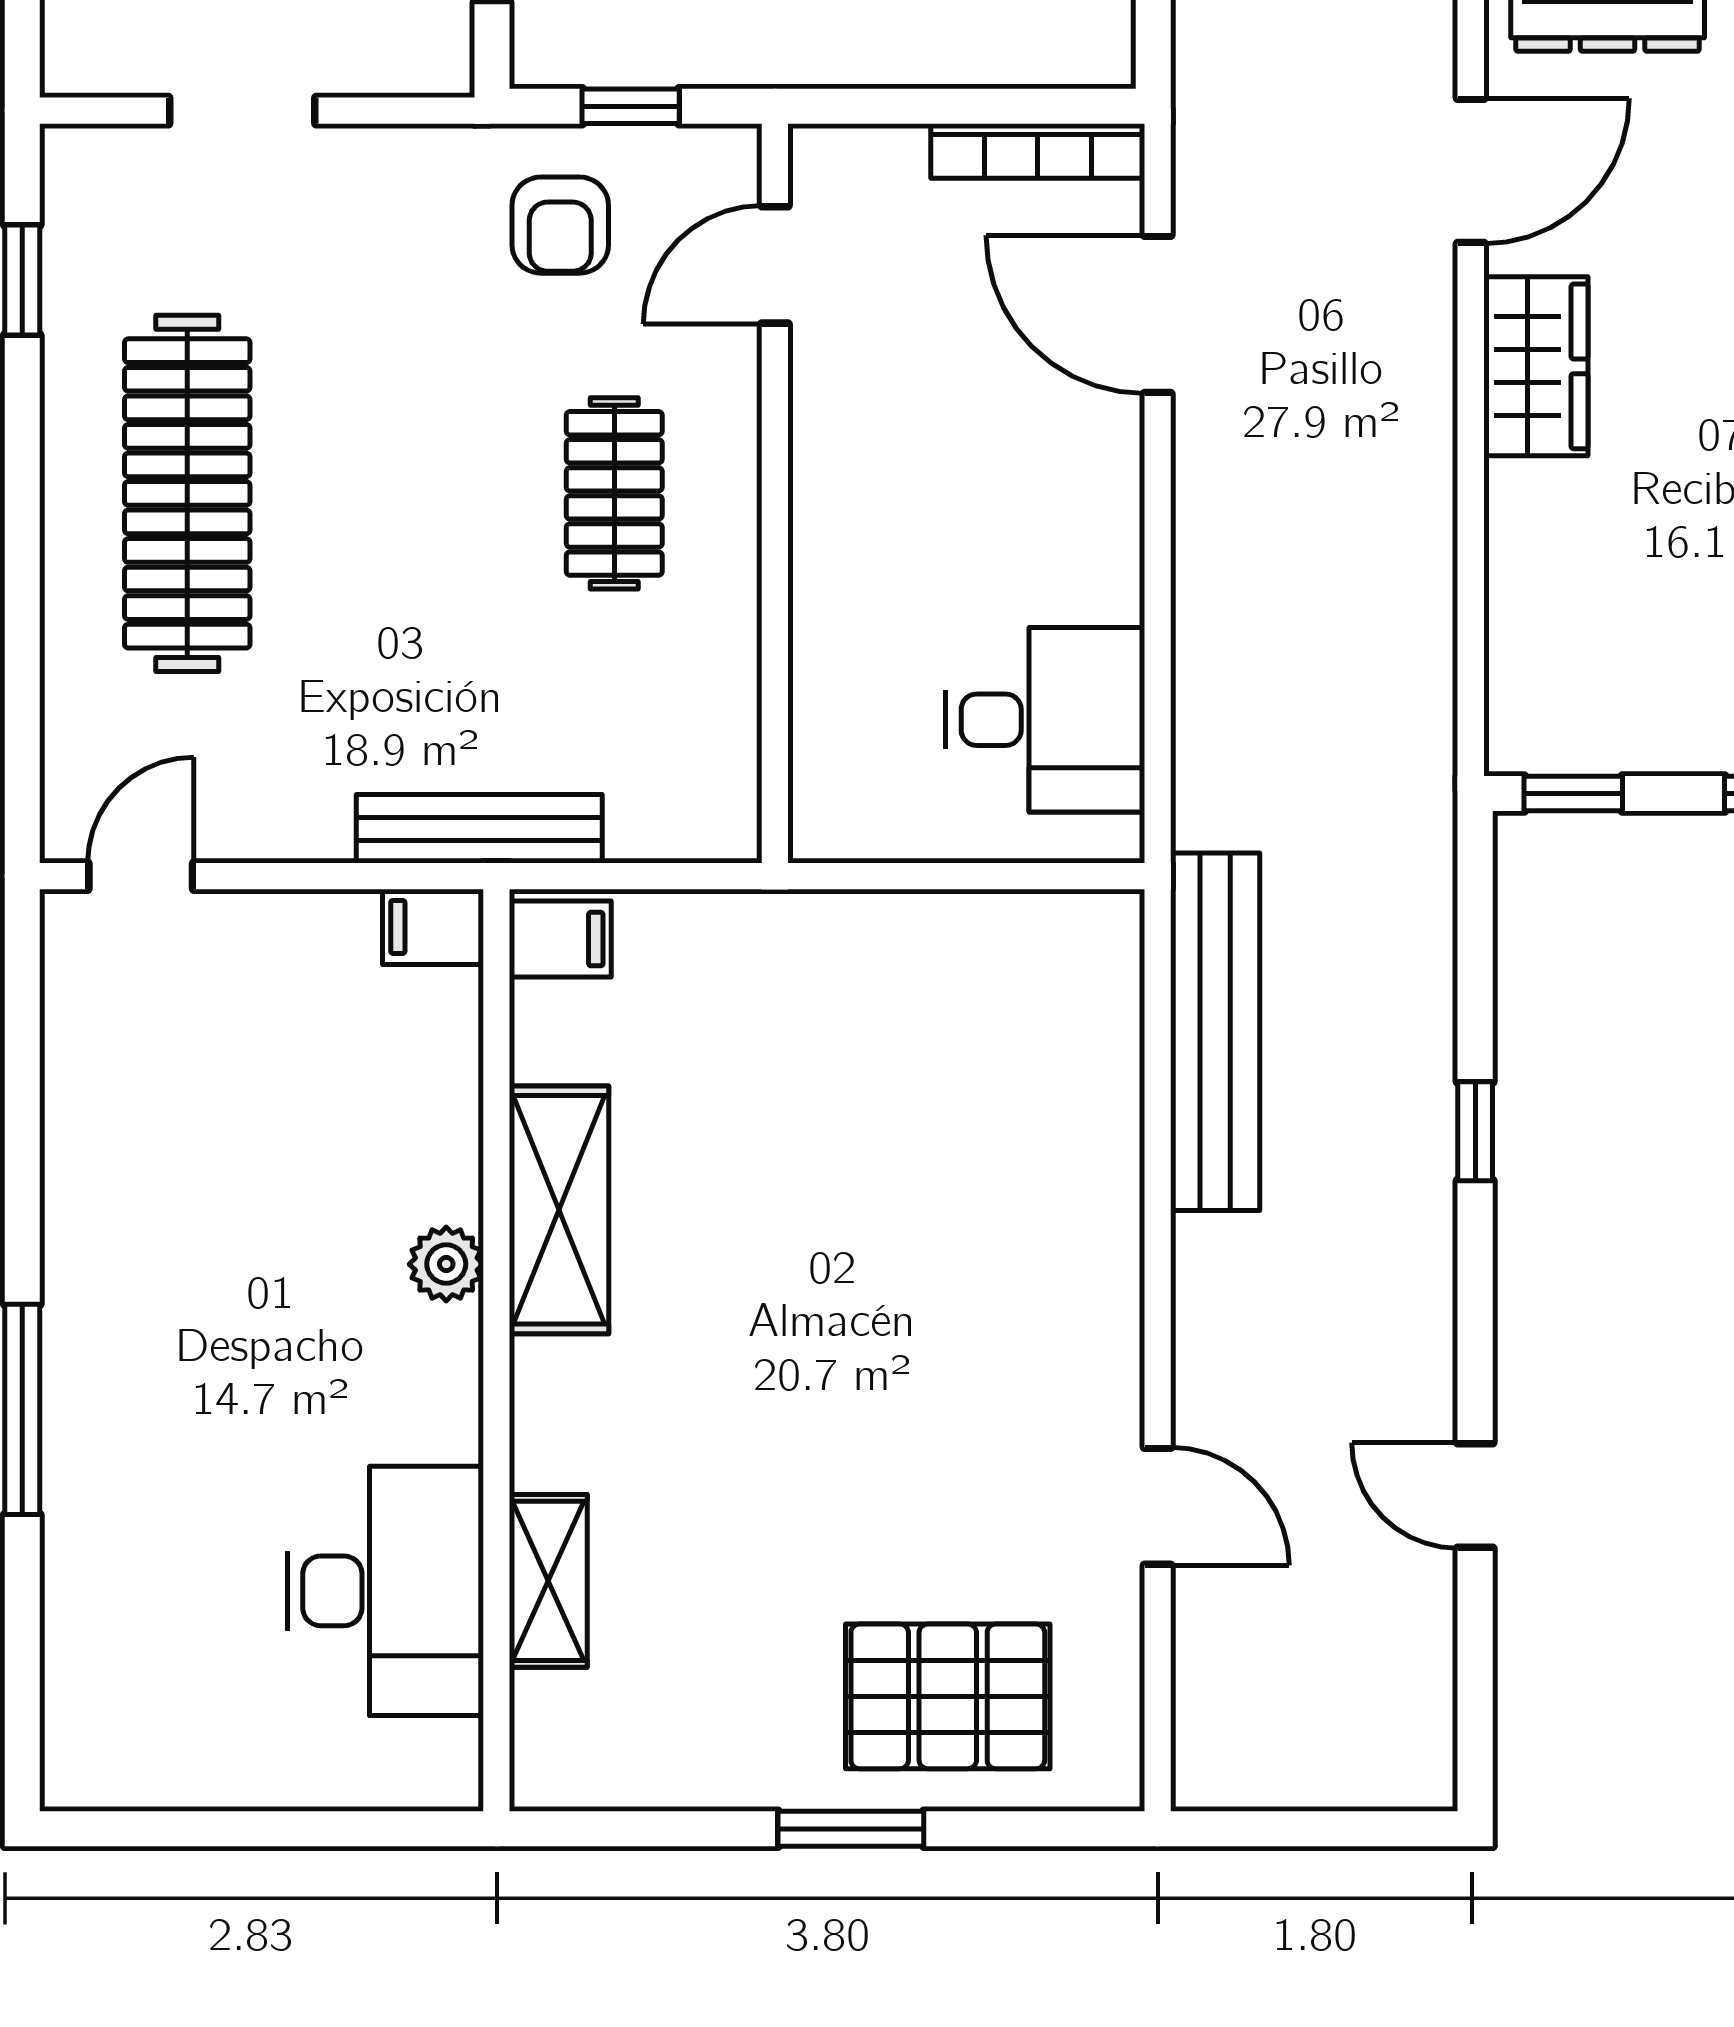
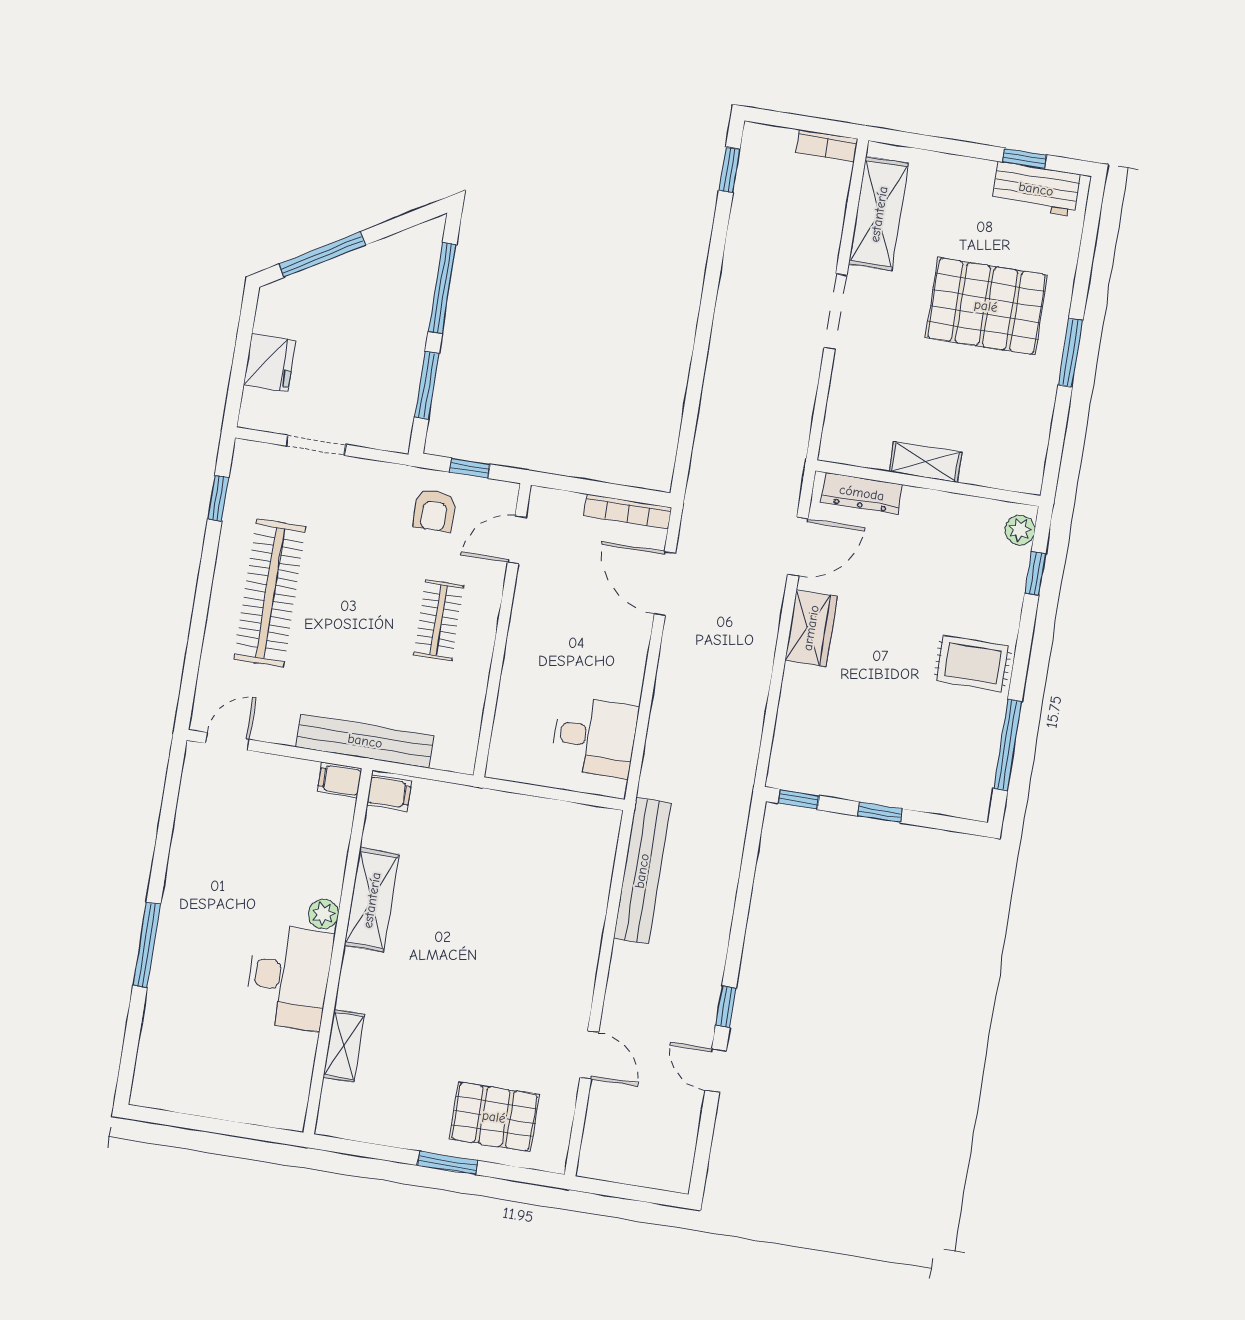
bench: (479, 829) -> (365, 741), width x1.37, depth x1.21
window: (1475, 1131) -> (726, 1007), moved
desk: (385, 1591) -> (289, 977), moved

